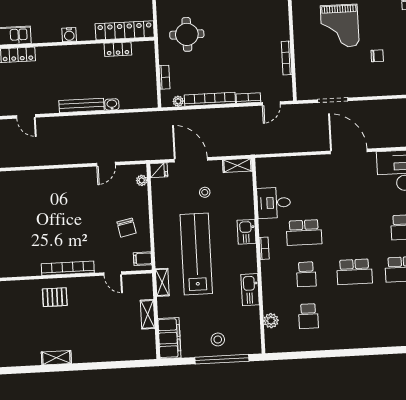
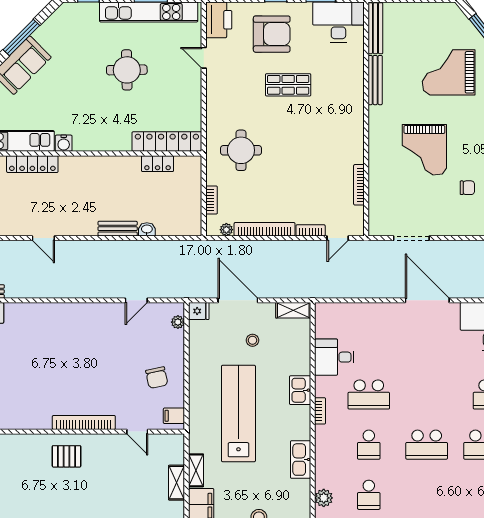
water cooler: (69, 35) -> (64, 143), moved
bench: (81, 105) -> (118, 229), width x0.73
shelving: (162, 282) -> (196, 470), moved

